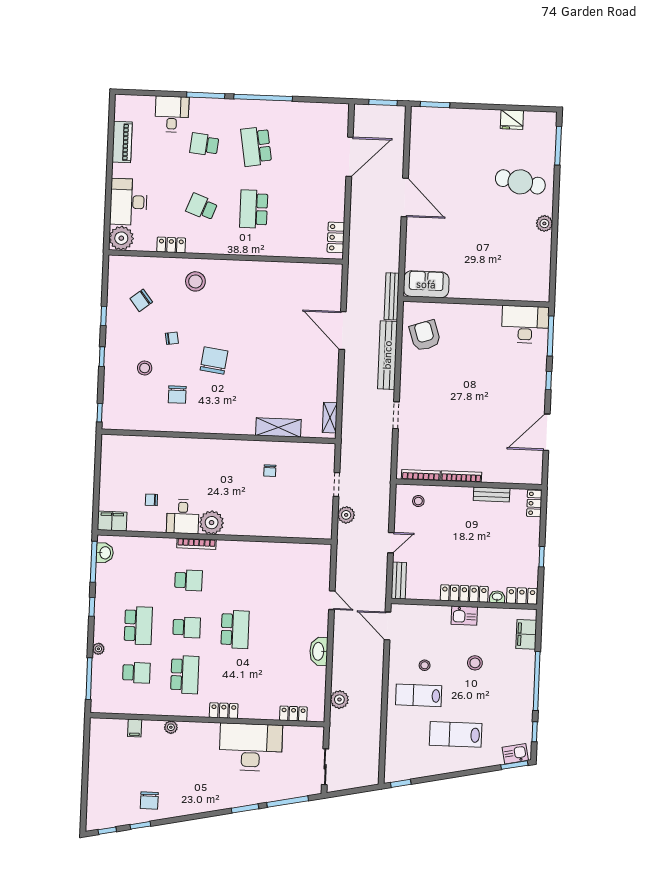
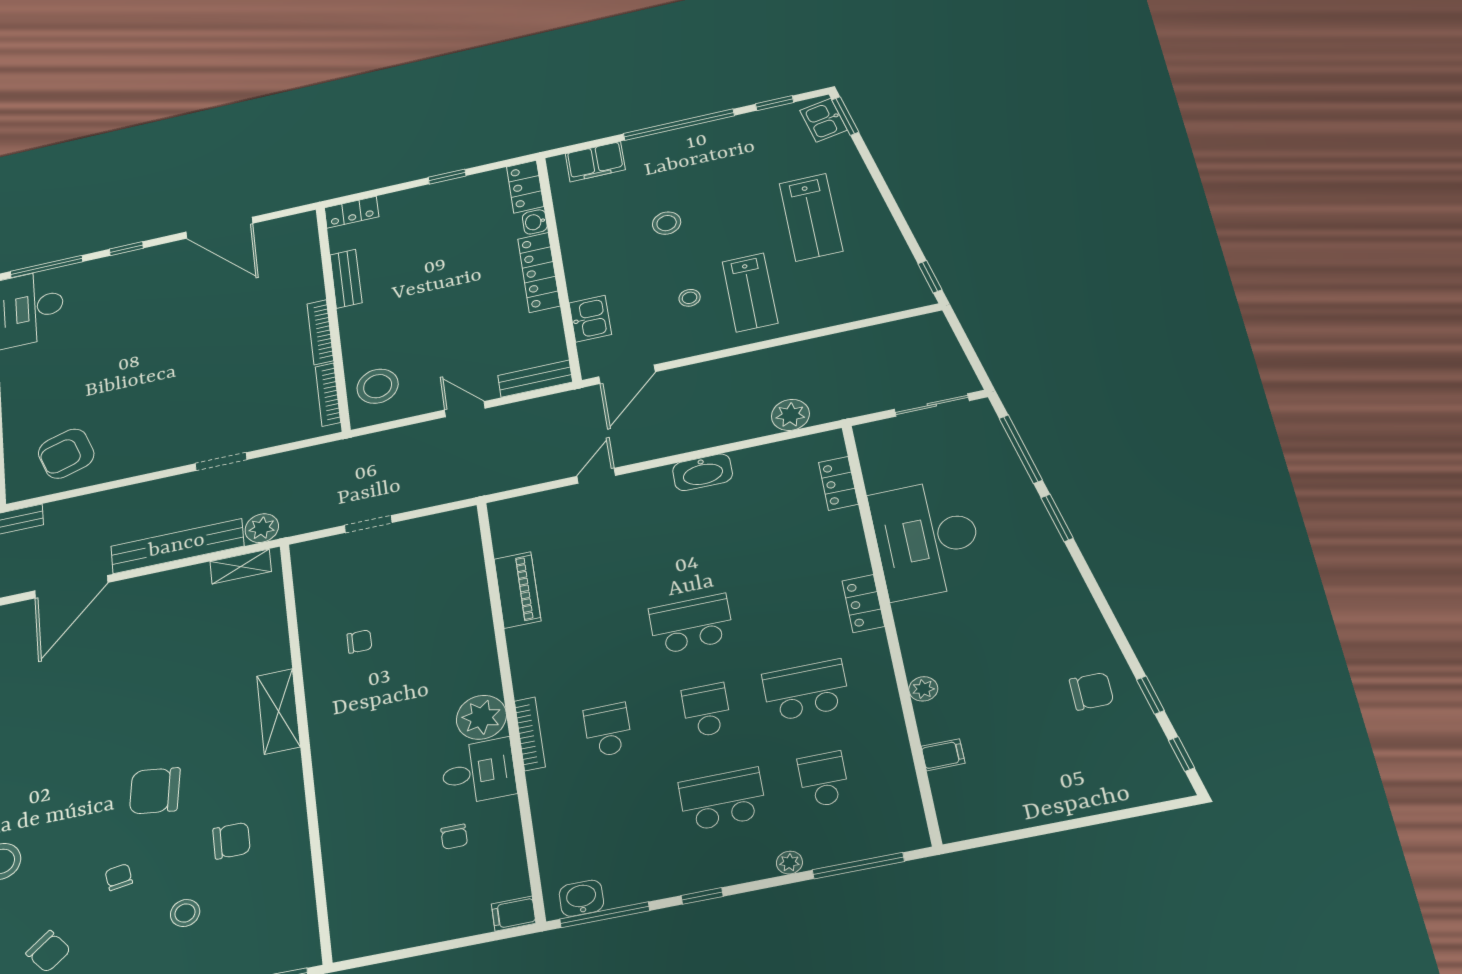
bench: (387, 355) -> (177, 546), moved
shelving: (278, 427) -> (278, 711), moved
stool: (418, 501) -> (378, 386), width x1.89, depth x1.89
plant: (346, 515) -> (262, 528), moved
filing cabinet: (112, 521) -> (514, 914), width x0.50
piano: (277, 551) -> (517, 590), added
kitchen sink: (464, 616) -> (590, 319), moved

